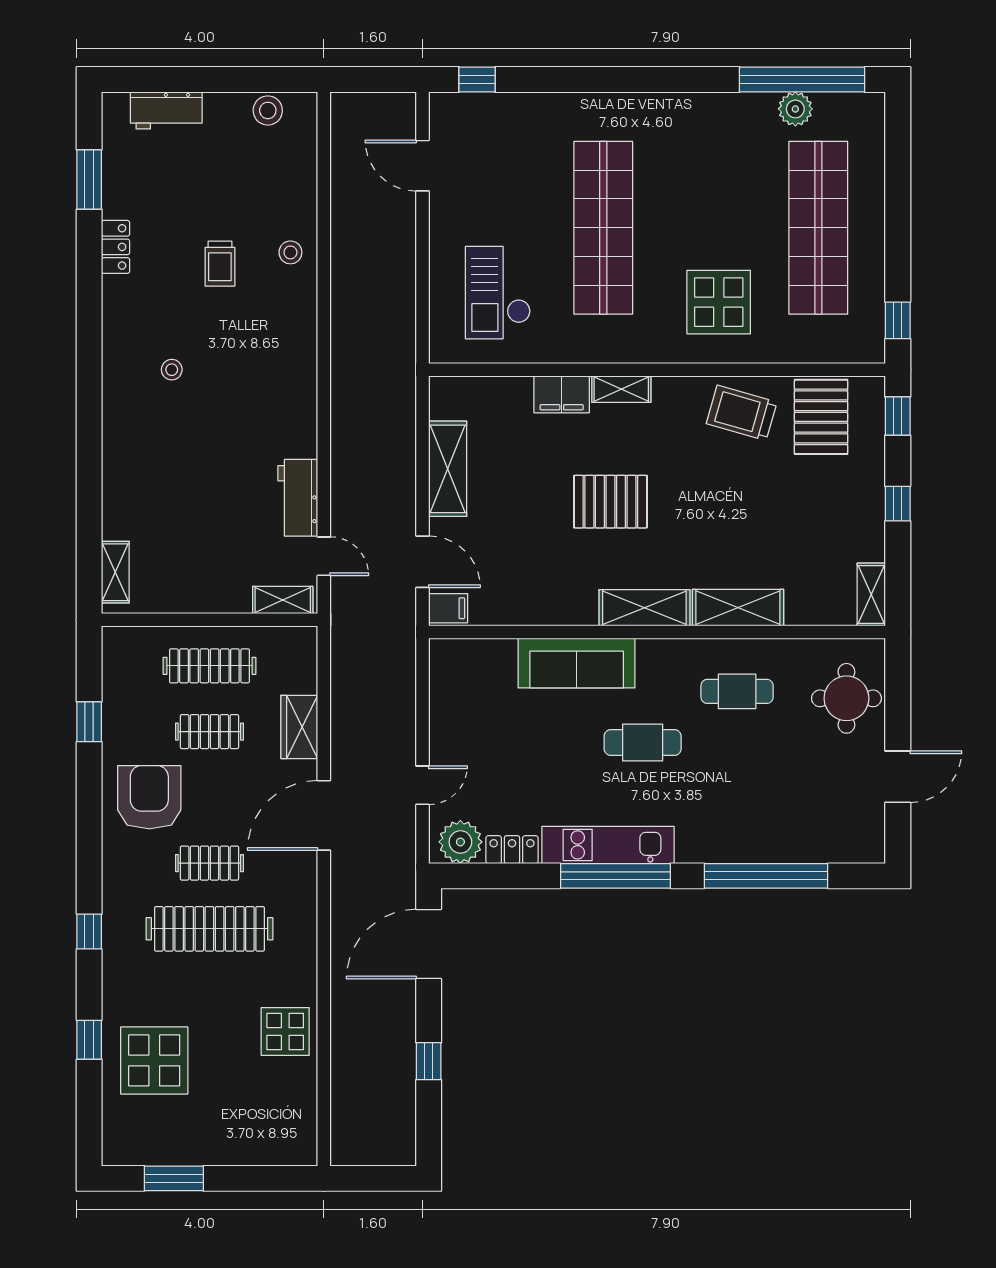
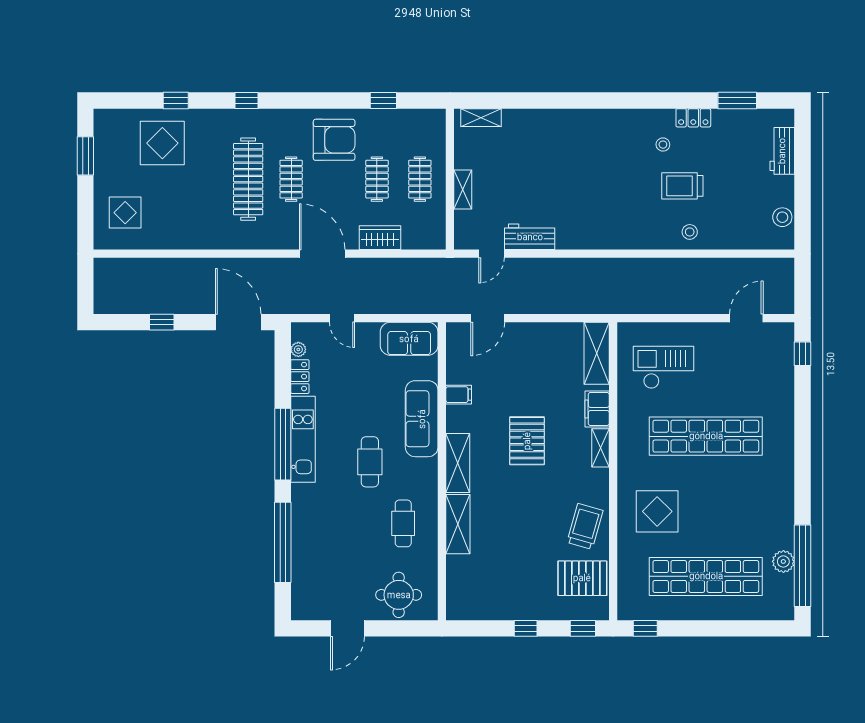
trolley: (220, 264) -> (682, 186), width x1.36, depth x1.39
stool: (172, 370) -> (663, 145), moved
shelving: (448, 469) -> (597, 353), moved, turned 90
shelving: (871, 594) -> (466, 611), removed
shelving: (283, 600) -> (463, 189), moved
filing cabinet: (448, 608) -> (459, 395), moved, turned -90
clothes rail: (209, 666) -> (420, 179), width x0.73
sofa: (454, 682) -> (409, 339), added
door: (898, 777) -> (347, 628), hinge flipped
plant: (460, 842) -> (298, 349), width x0.53, depth x0.53
display table: (285, 1031) -> (125, 213), moved

